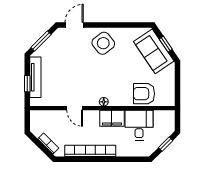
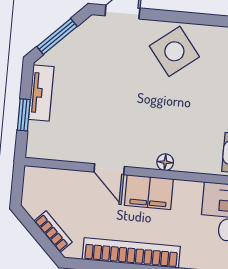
tv unit: (35, 77) -> (41, 93), width x0.71
filing cabinet: (112, 118) -> (149, 192), moved

